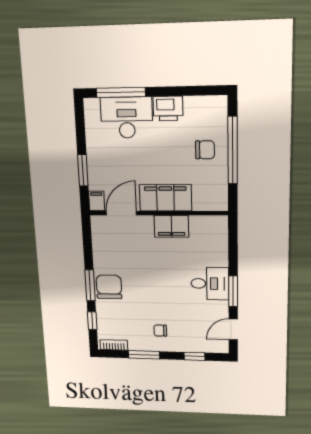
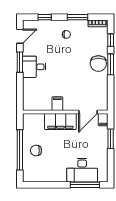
printer: (168, 109) -> (57, 175), removed
filing cabinet: (171, 226) -> (57, 104), width x0.50

